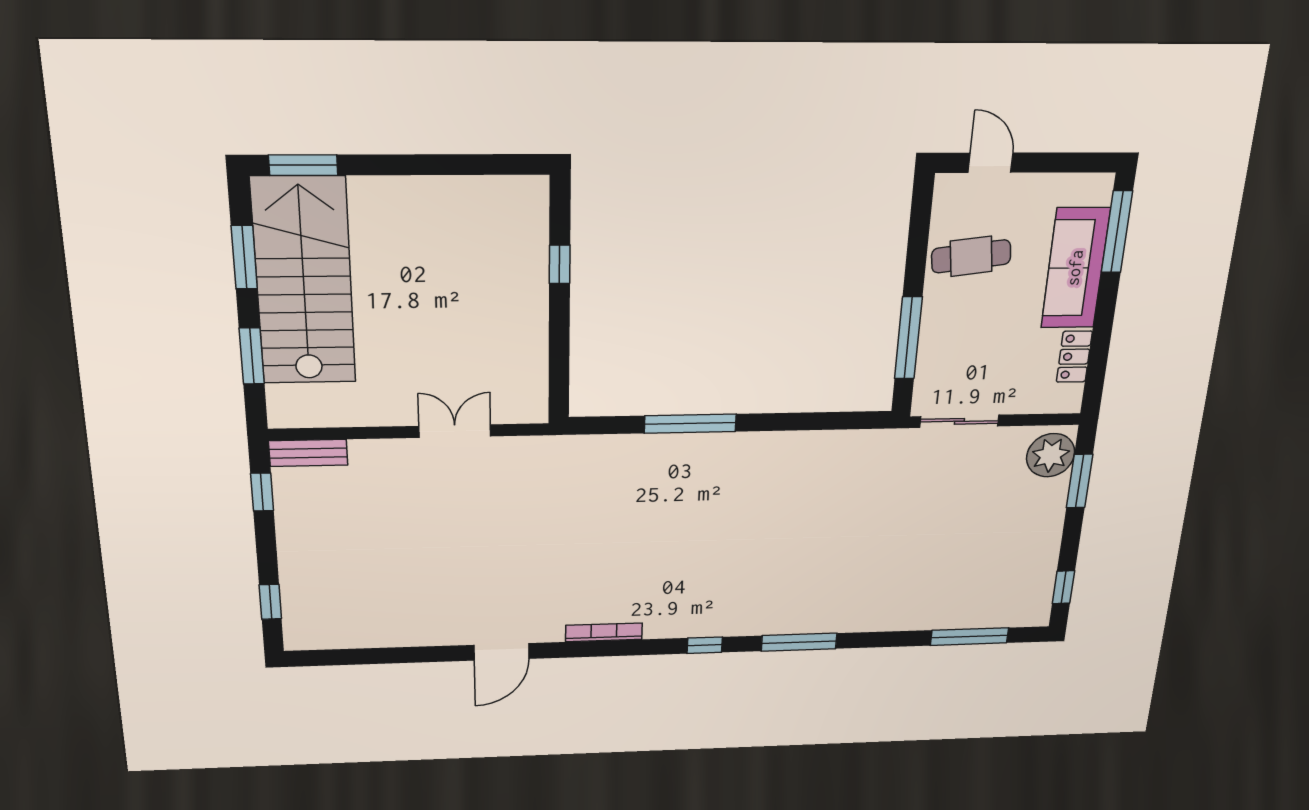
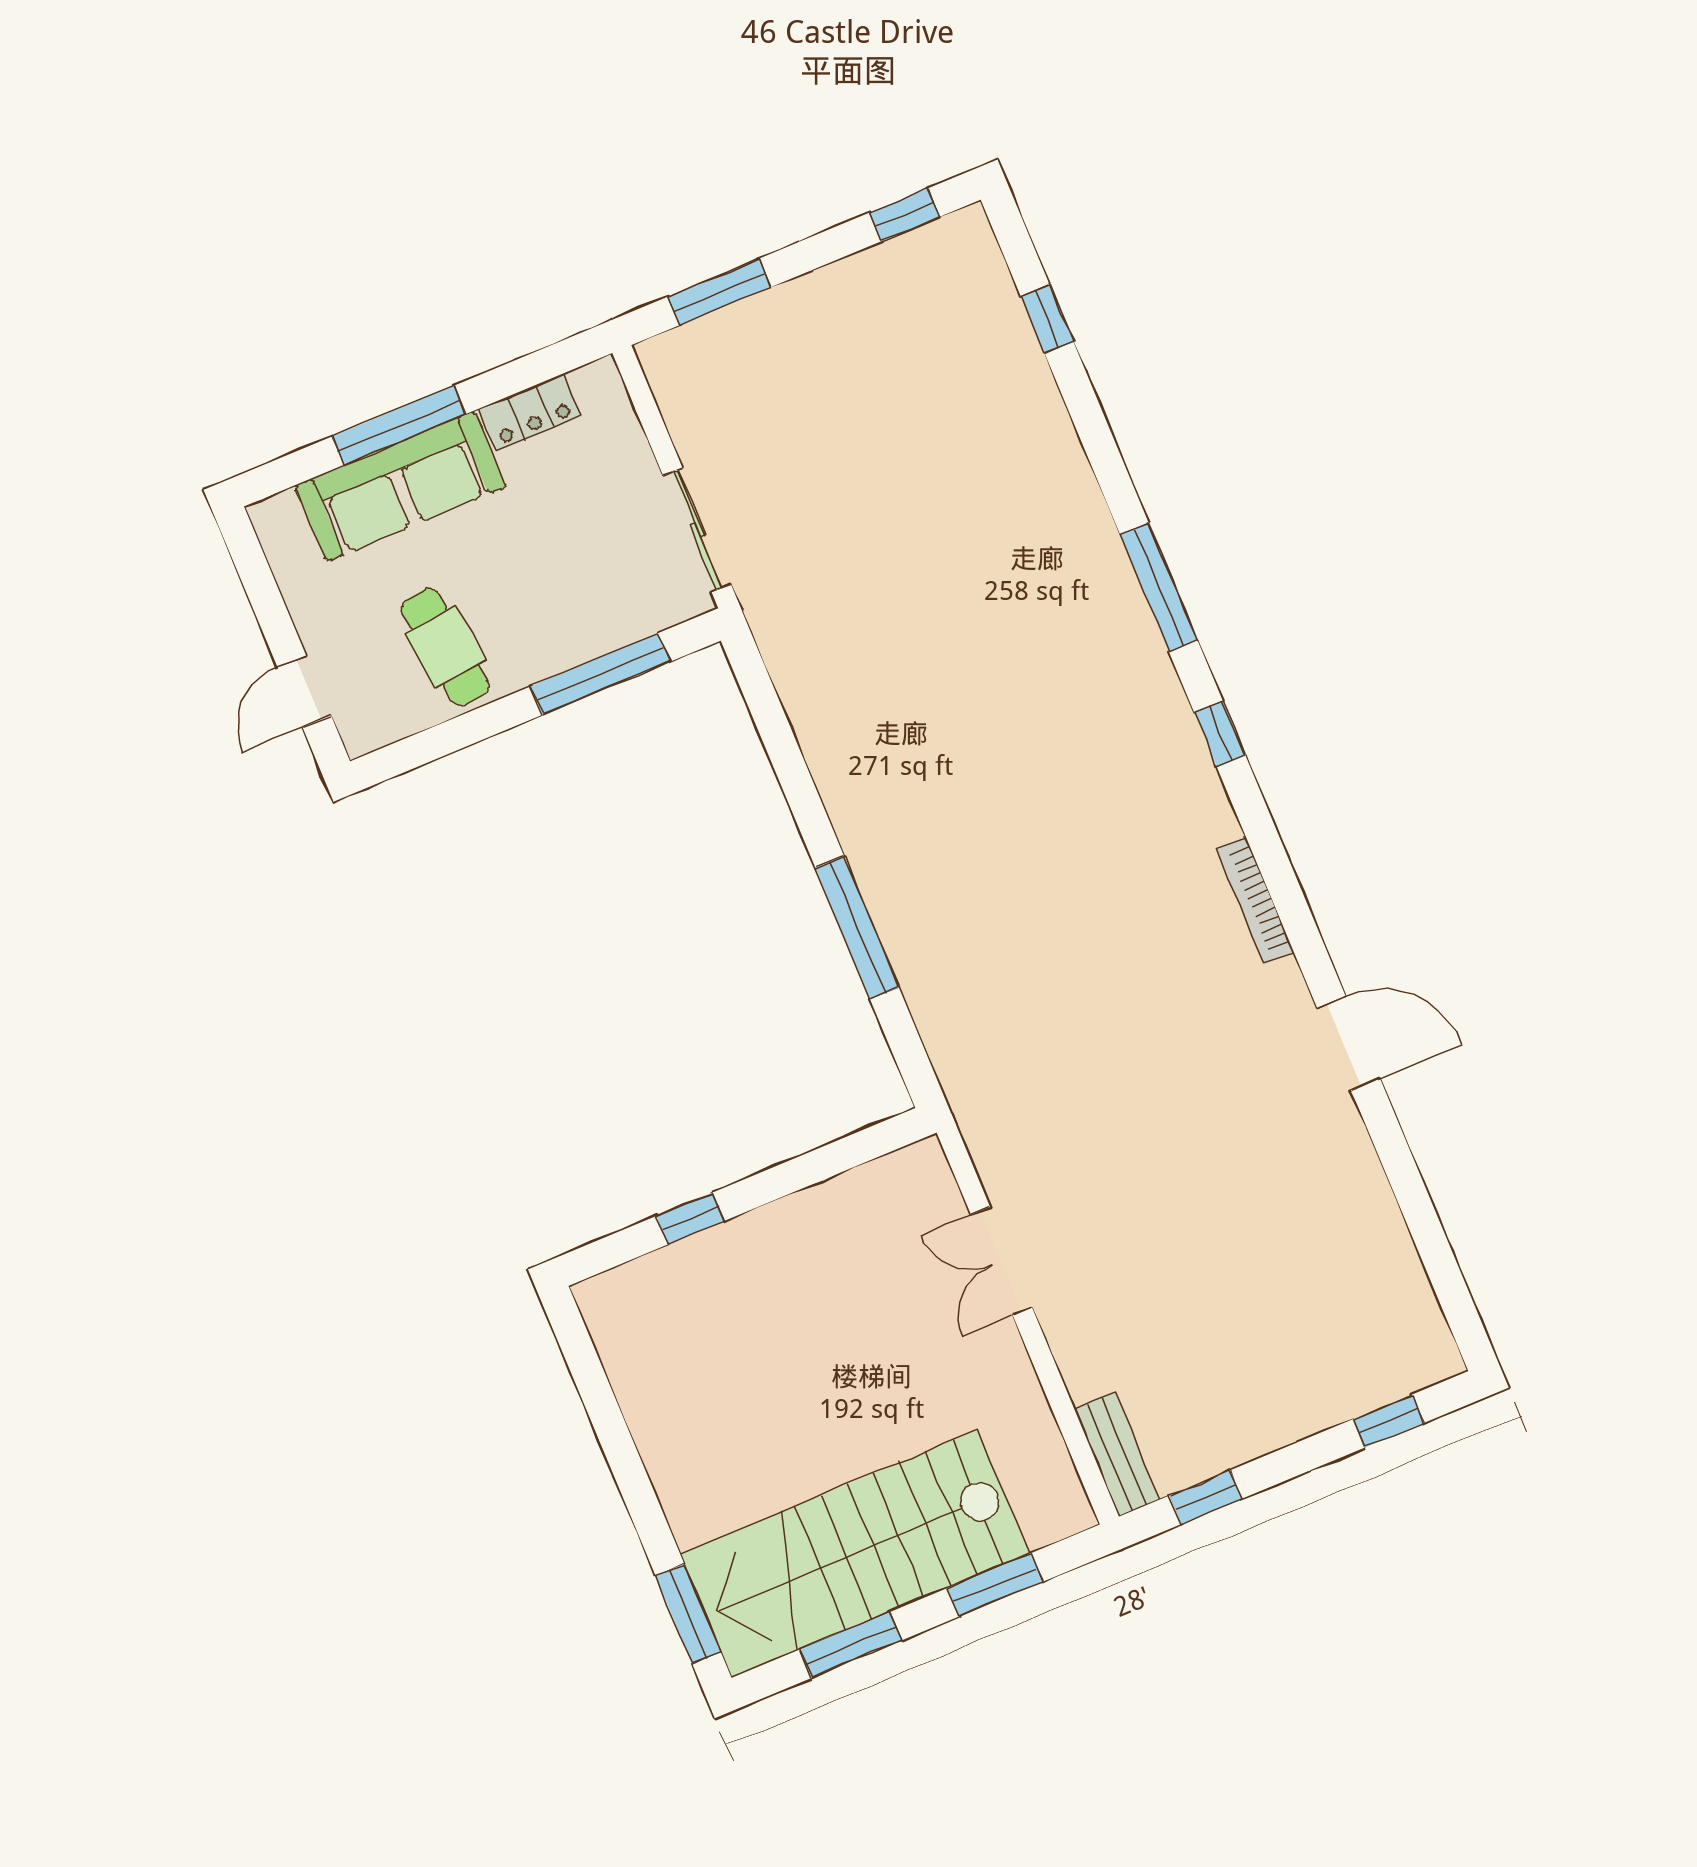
window: (1117, 232) -> (399, 425), moved
plant: (1051, 455) -> (696, 361), removed
window: (970, 637) -> (1047, 319), width x0.46

